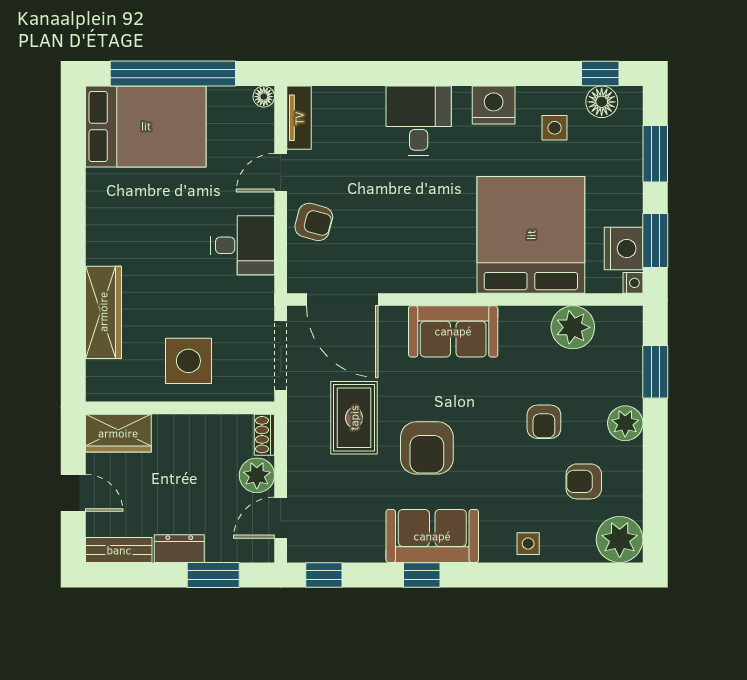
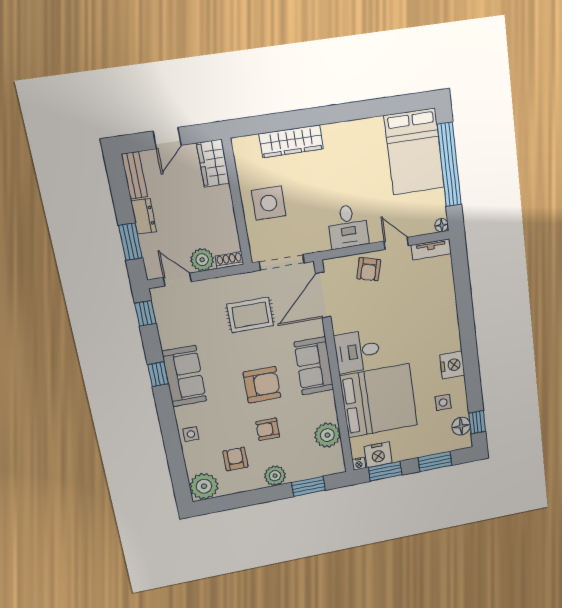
desk: (419, 121) -> (357, 351), moved, turned 180
armchair: (427, 448) -> (262, 385), moved, turned 180

